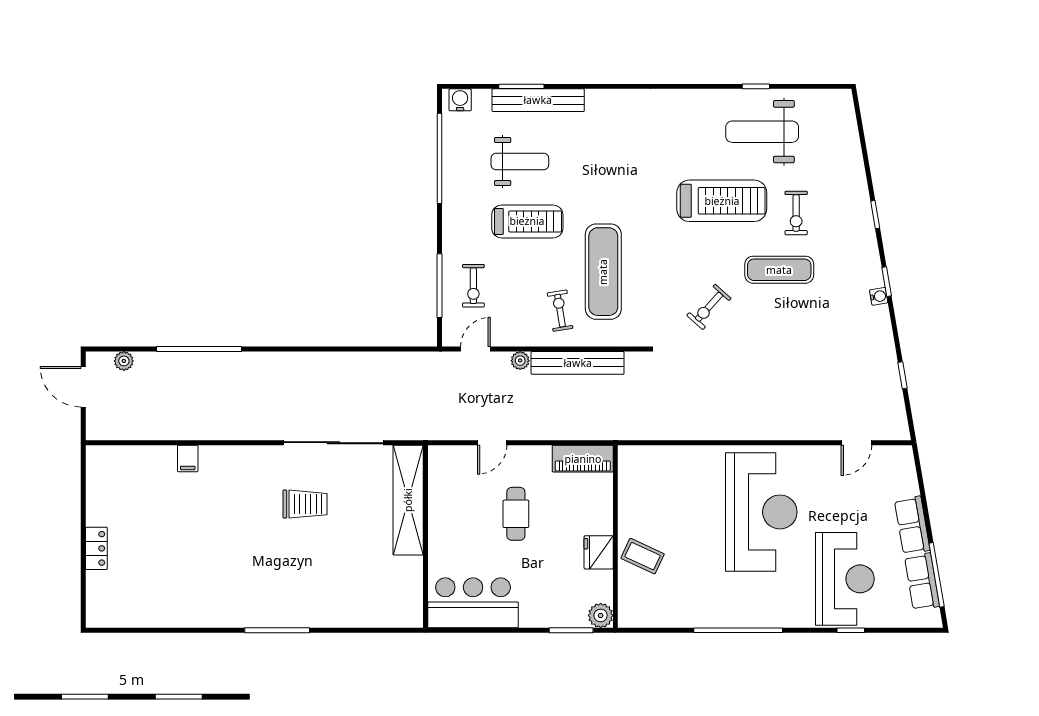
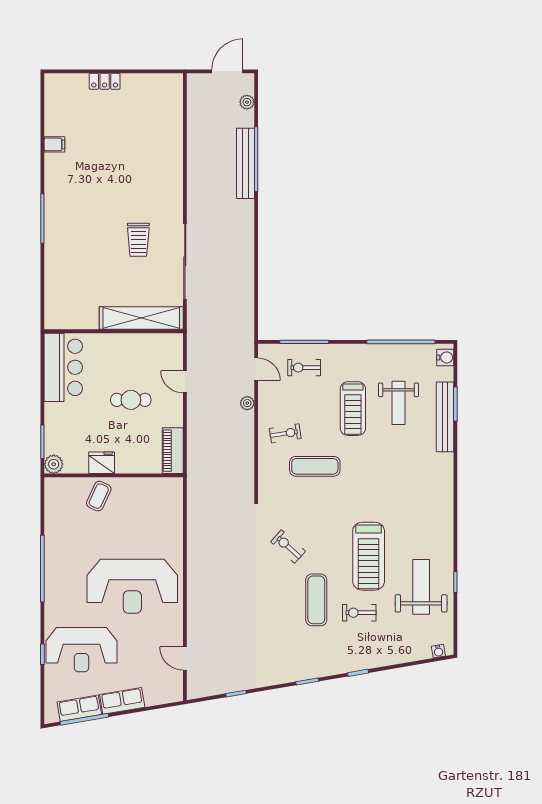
exercise mat: (603, 272) -> (315, 466), width x0.73, depth x0.69
water cooler: (879, 296) -> (438, 651), moved
bench: (578, 363) -> (246, 163), moved
filing cabinet: (188, 459) -> (54, 144), moved, turned 180

